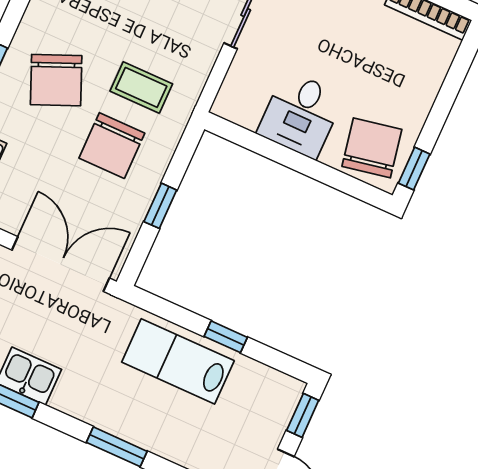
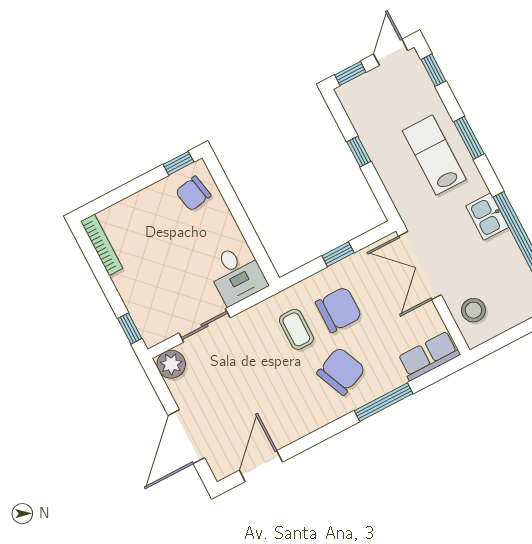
desk: (300, 115) -> (237, 274), moved, turned 90
chair: (372, 148) -> (193, 194), width x0.73, depth x0.73
lab bench: (178, 361) -> (434, 155), moved, turned 180

